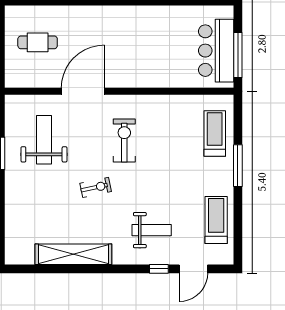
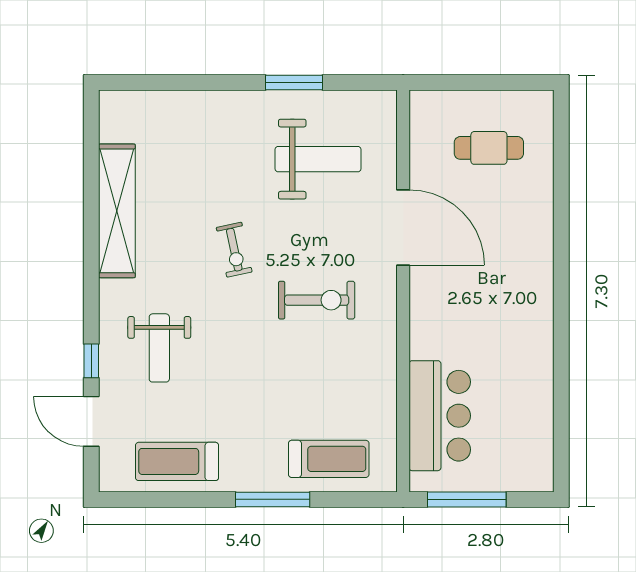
cafe table: (38, 42) -> (489, 148), turned 90
bar counter: (216, 51) -> (440, 416), moved, turned 90
treadmill: (216, 220) -> (177, 461), turned 180

